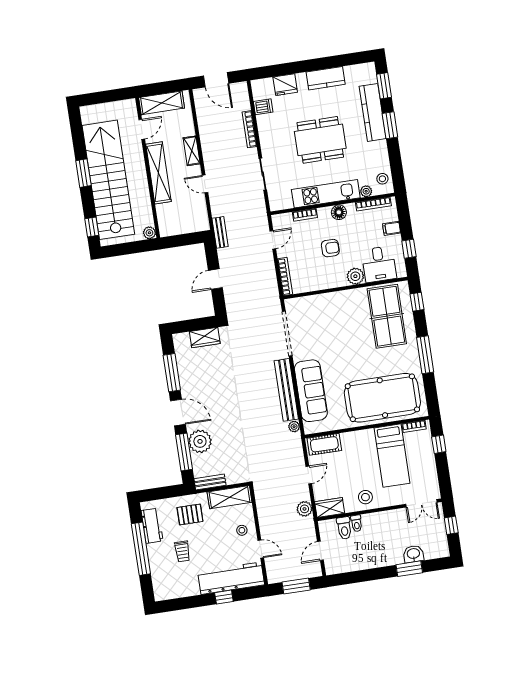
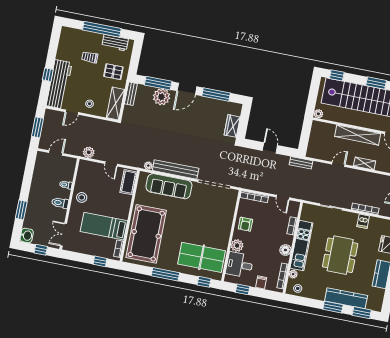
dishwasher: (263, 107) -> (363, 221), moved
armchair: (330, 248) -> (245, 224), moved
wardrobe: (330, 507) -> (83, 170), removed
pallet: (190, 514) -> (113, 72), turned 90
toilet: (344, 528) -> (60, 203), moved
door: (320, 551) -> (56, 153), hinge flipped
washbasin: (413, 554) -> (27, 235), moved

